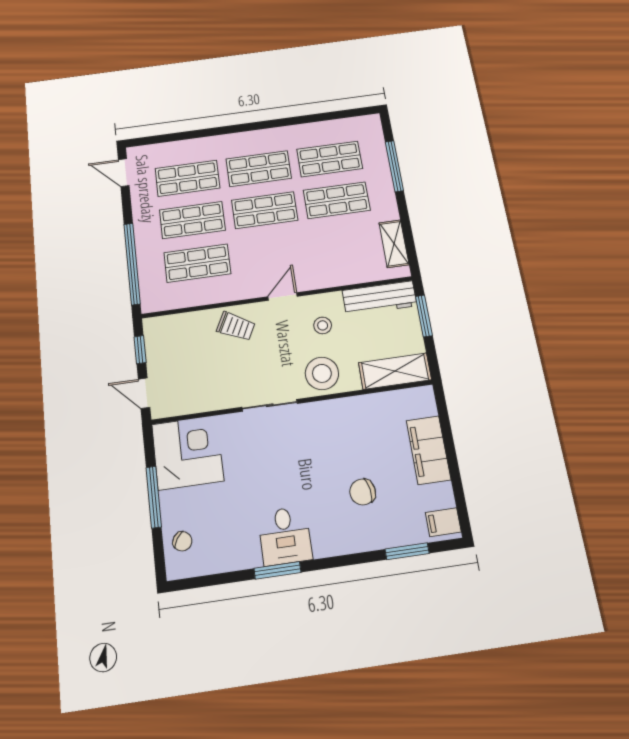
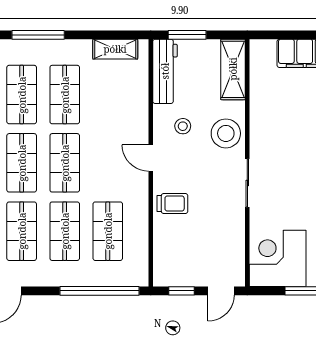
trolley: (236, 326) -> (172, 203), turned 63

